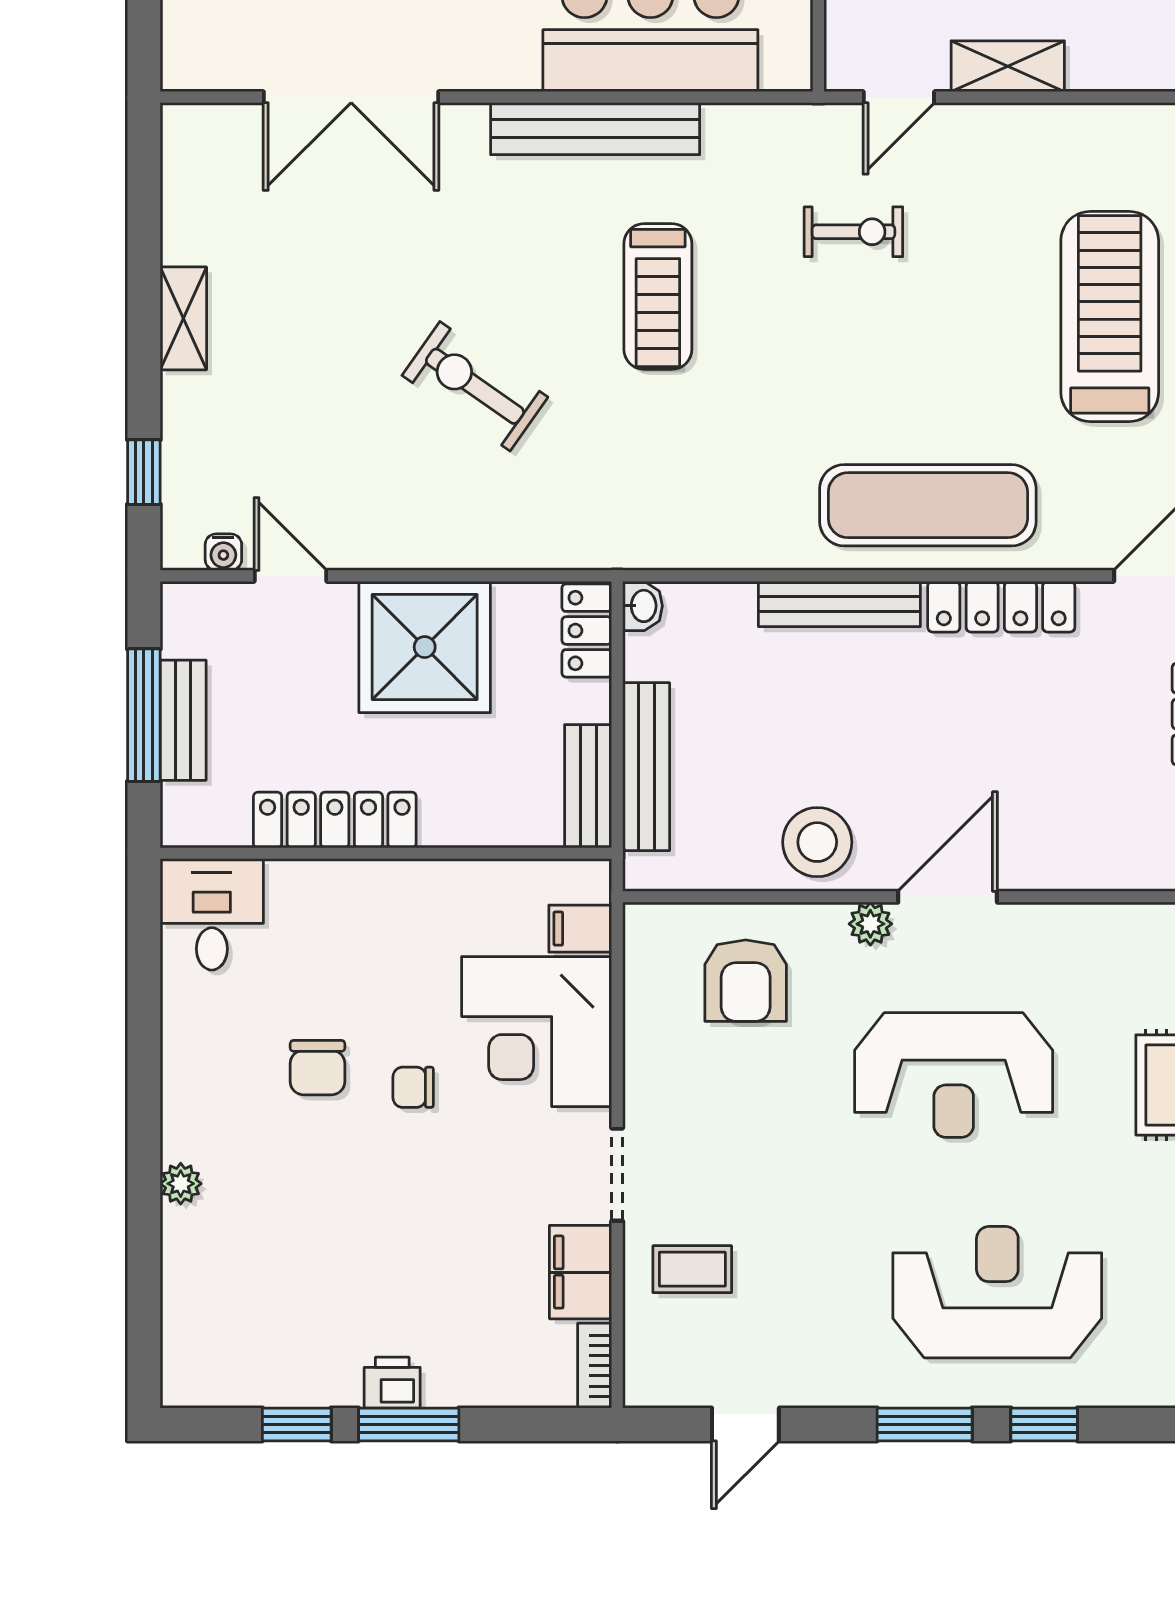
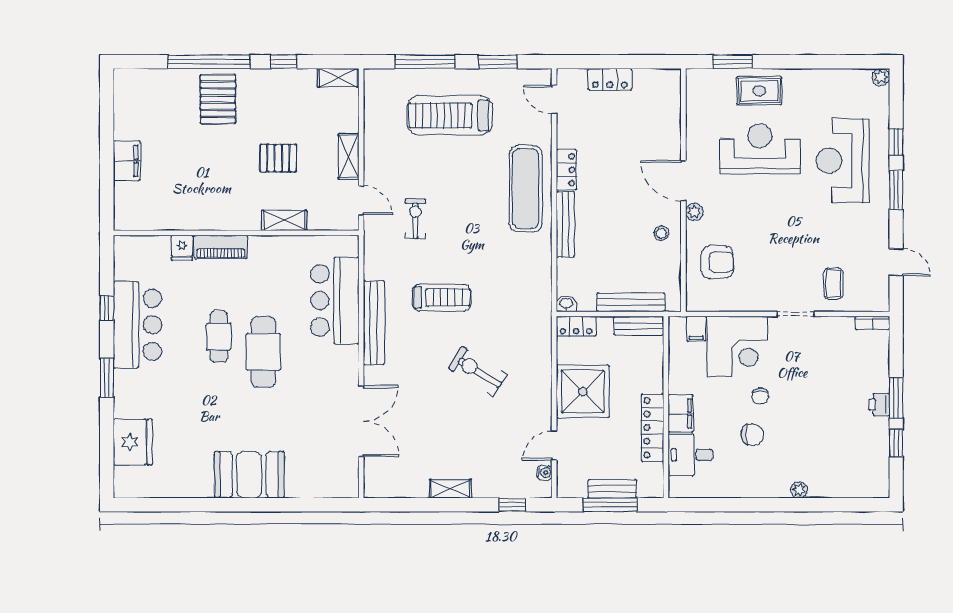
exercise bike: (475, 386) -> (478, 371), turned 87
locker: (1001, 607) -> (566, 170), width x0.66
stool: (817, 842) -> (661, 233), width x0.53, depth x0.53
desk: (212, 914) -> (691, 455), moved
reception desk: (954, 1075) -> (760, 149), moved, turned -90
filing cabinet: (581, 1272) -> (681, 413), moved, turned -90

